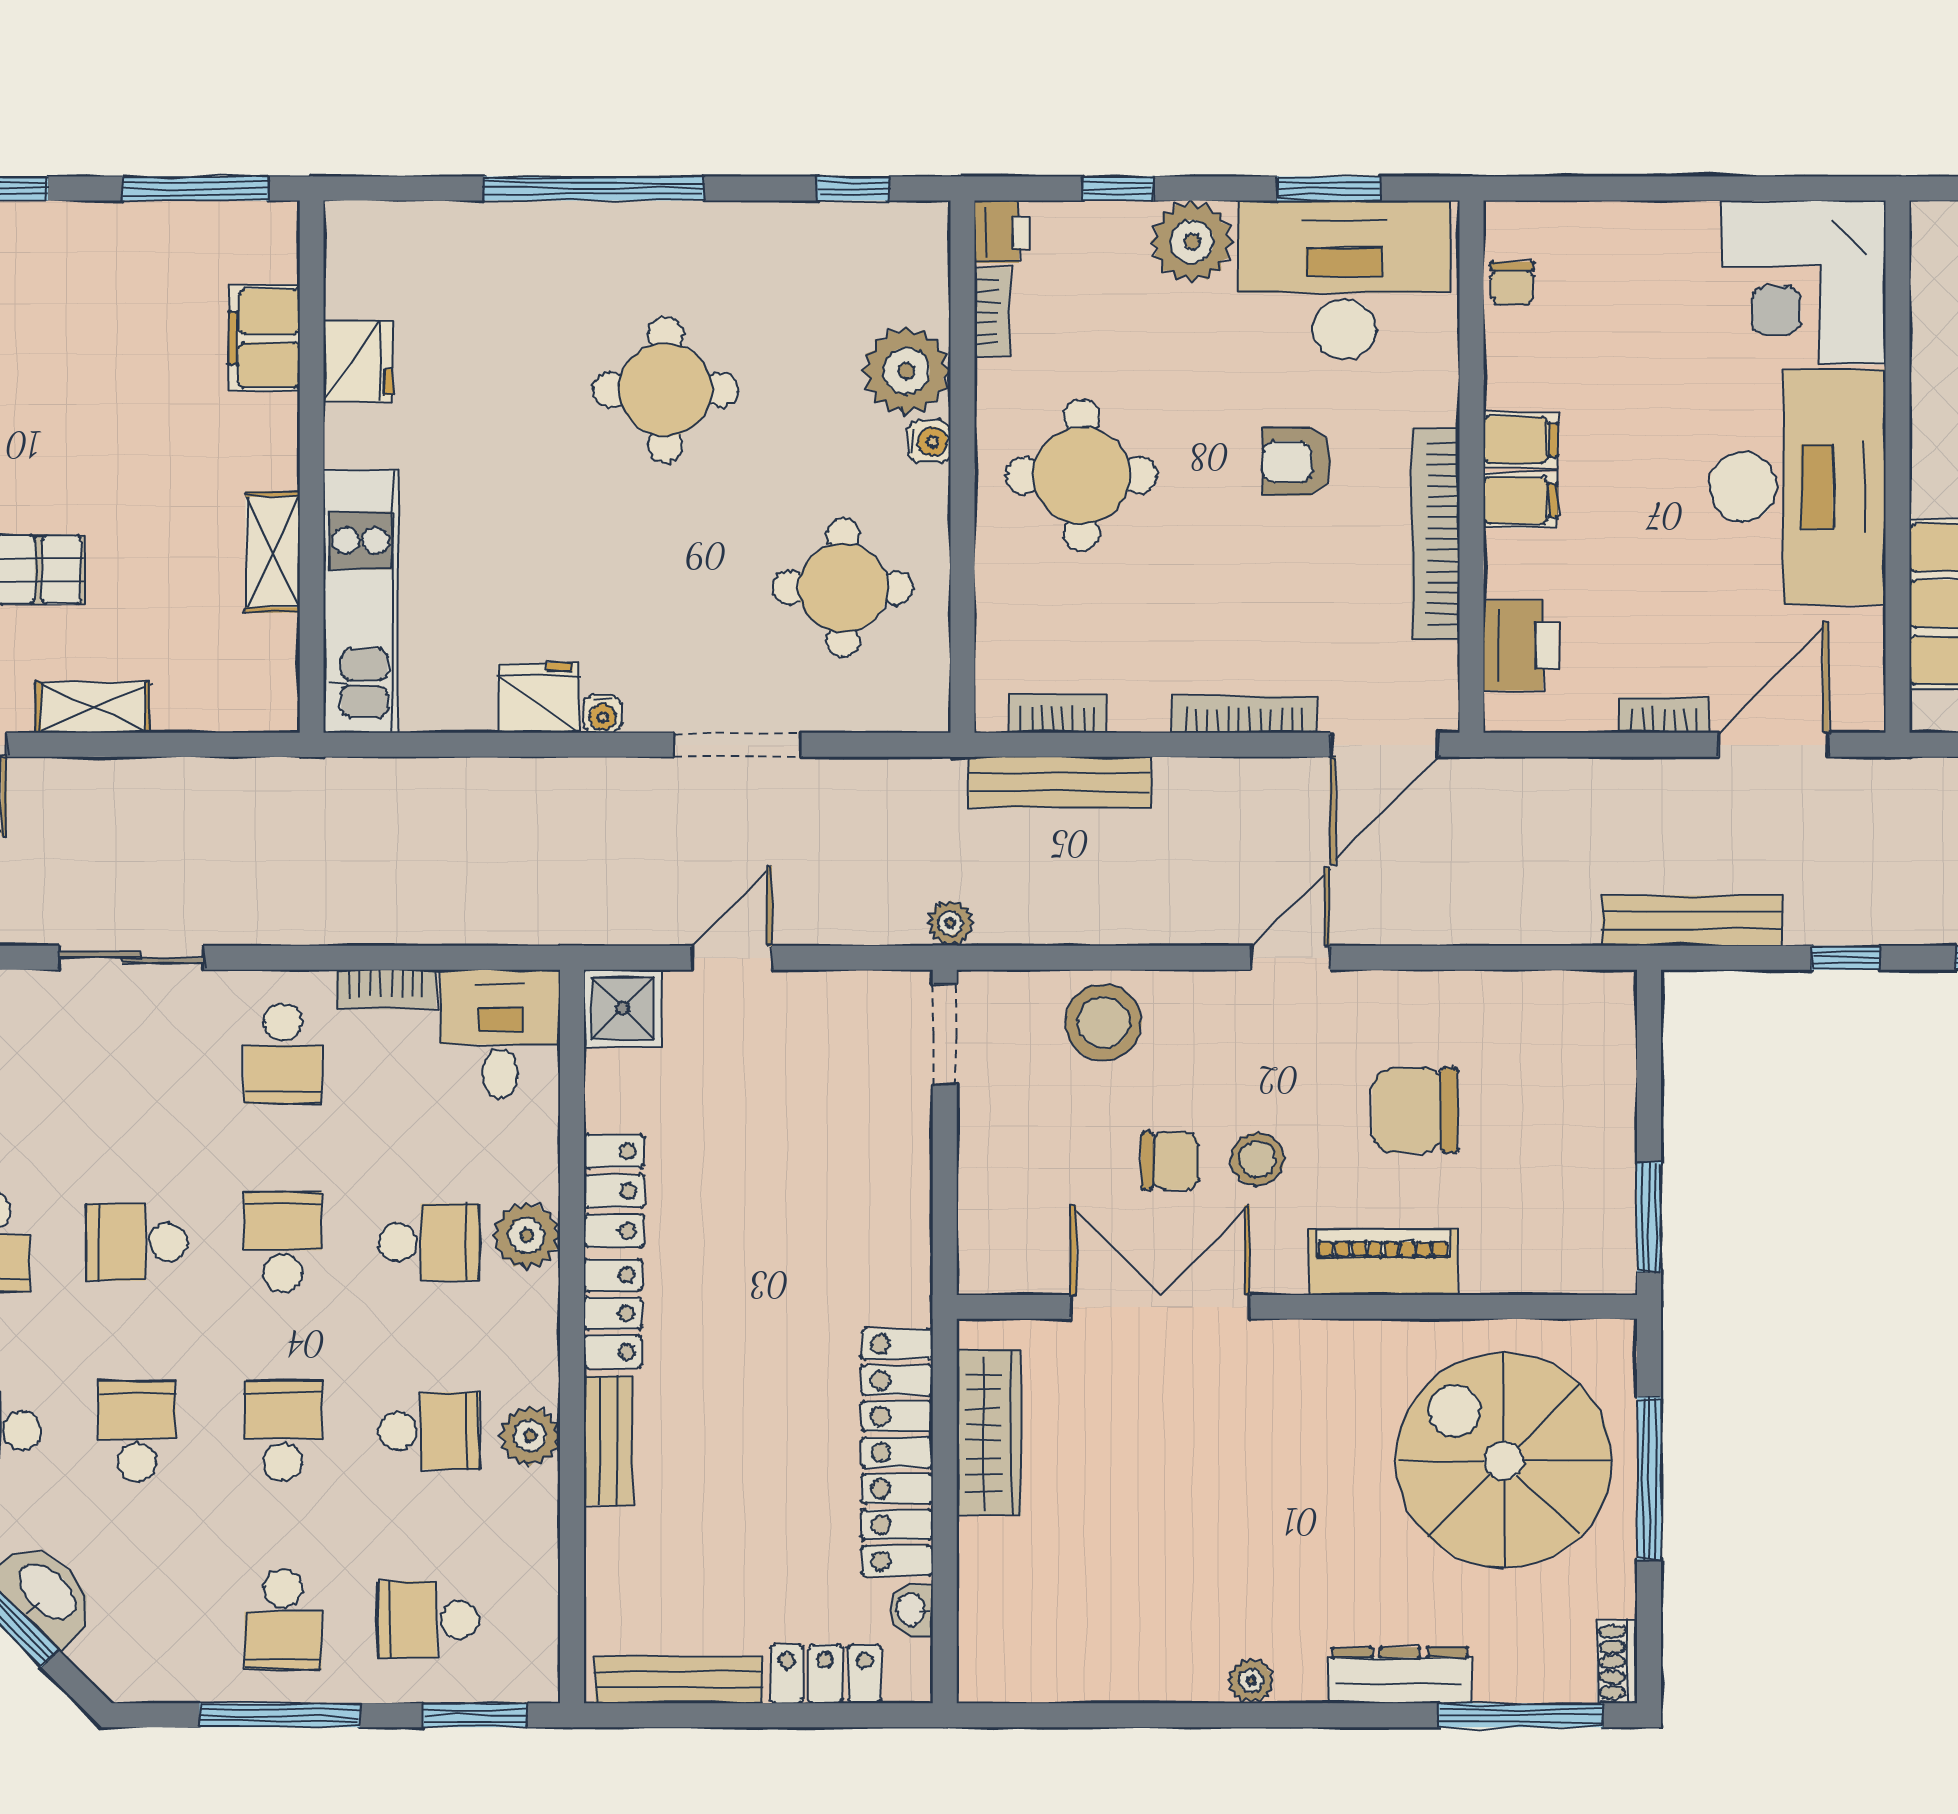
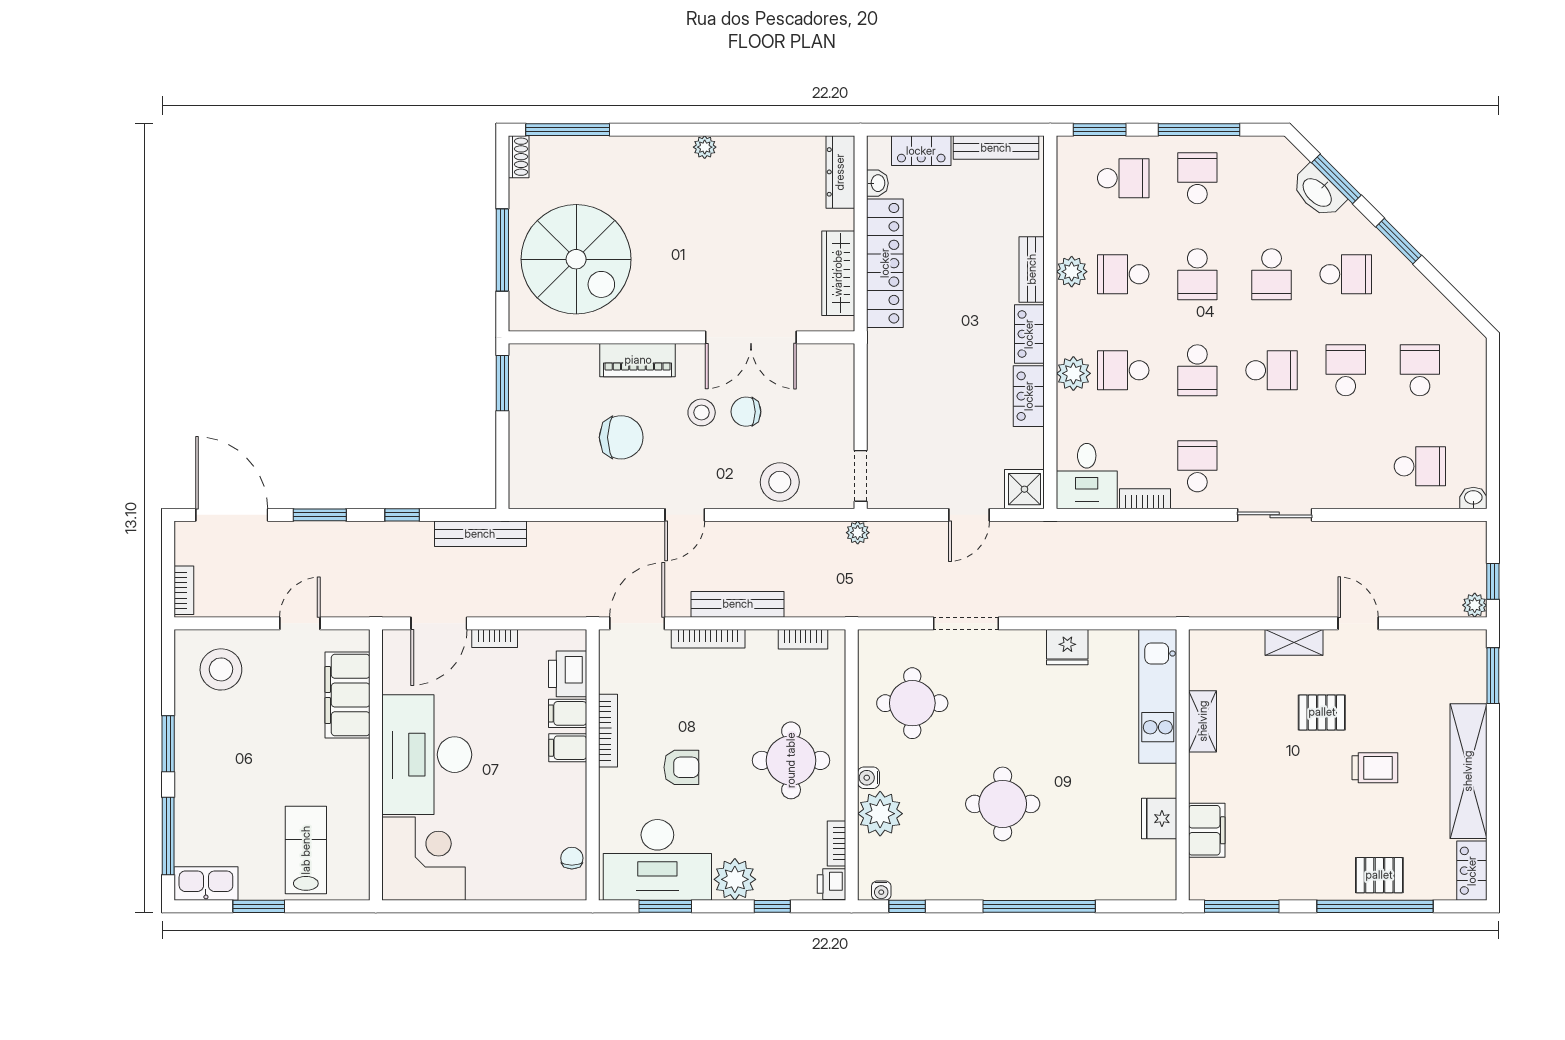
filing cabinet: (1521, 440) -> (568, 713), moved
bookcase: (1436, 534) -> (608, 731), width x0.68, depth x0.76
water cooler: (603, 714) -> (881, 891), moved, turned 180
bench: (1060, 782) -> (738, 604), moved
dresser: (1400, 1675) -> (840, 172), moved, turned 90

